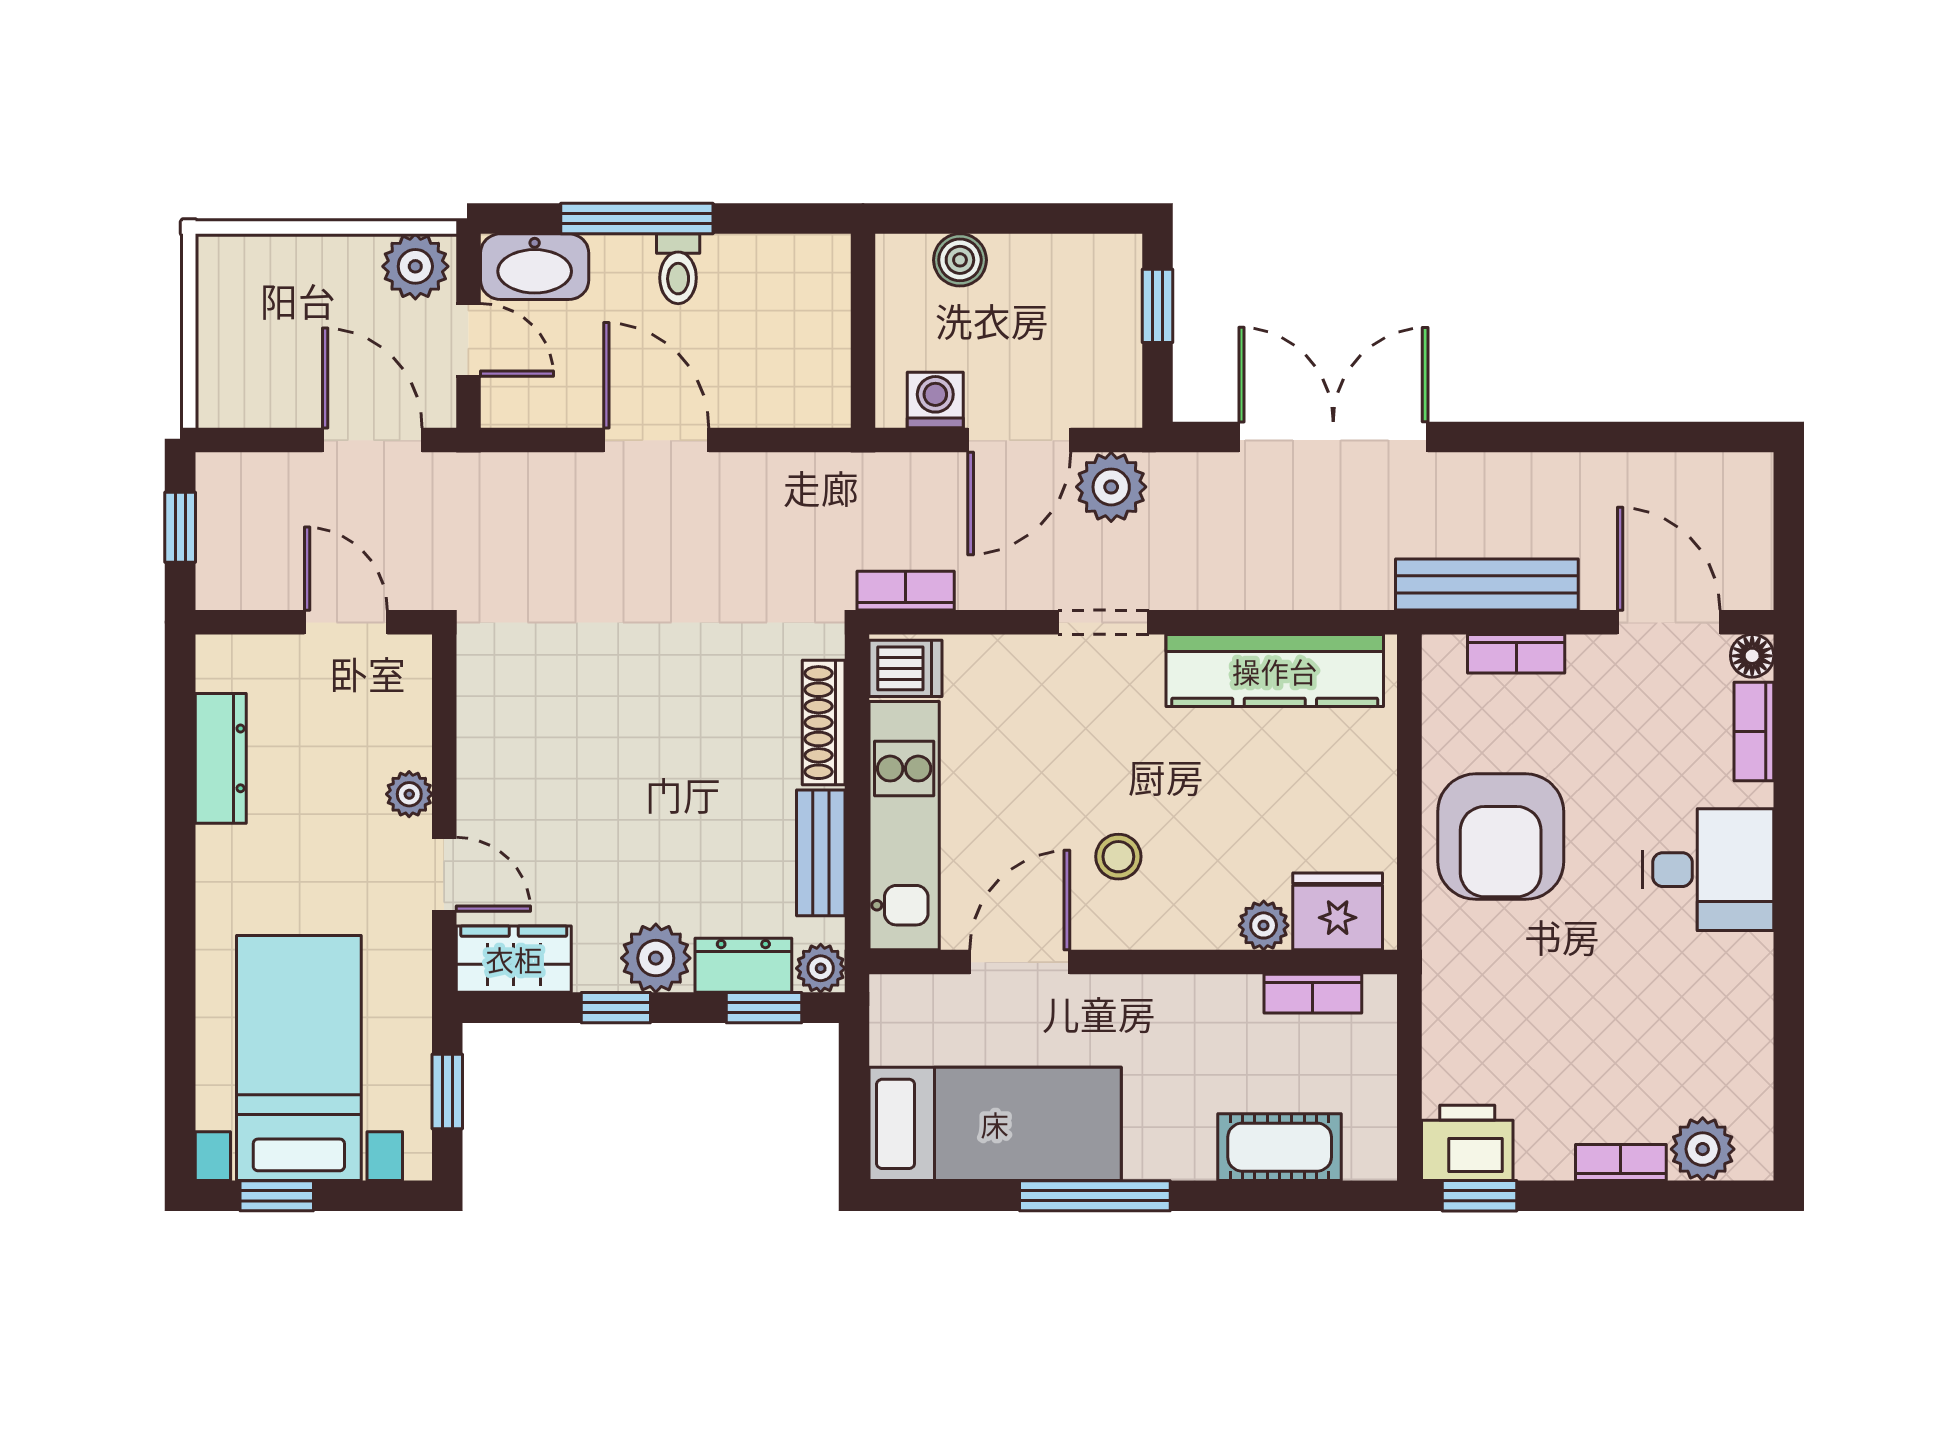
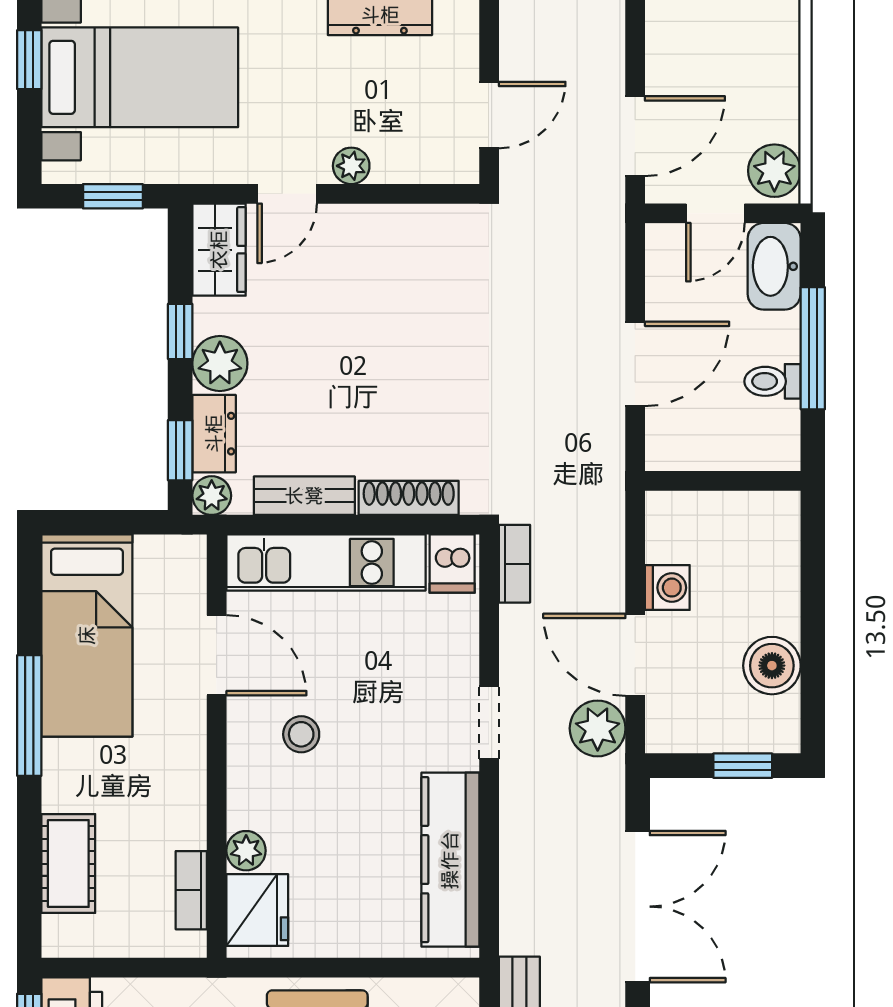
boiler: (960, 260) -> (772, 666), moved, width x1.36, depth x1.36
wall: (863, 331) -> (723, 481), moved

